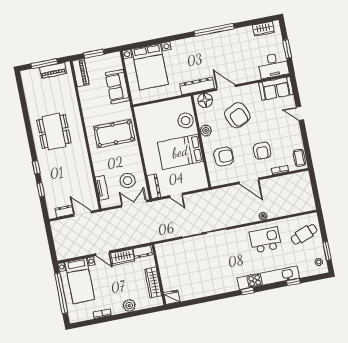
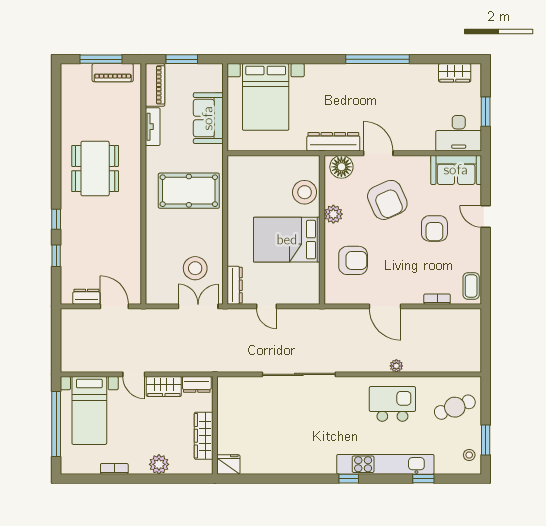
armchair: (262, 151) -> (434, 228), moved
tv unit: (102, 188) -> (153, 127), moved

